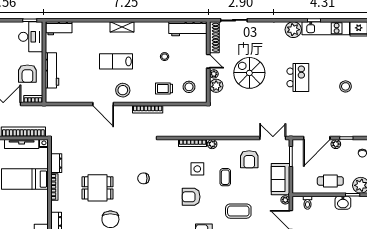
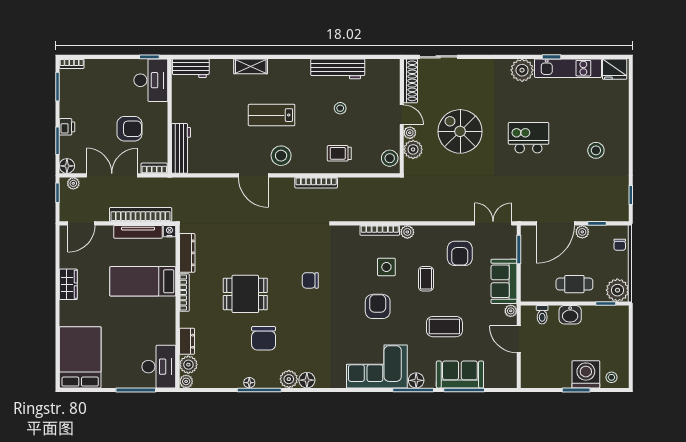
shelving: (122, 27) -> (251, 66), moved
workbench: (188, 29) -> (338, 69), moved
workbench: (52, 70) -> (181, 148), moved
armchair: (27, 74) -> (129, 129), moved, turned -90
kitchen island: (298, 77) -> (529, 138), turned -90
stool: (189, 87) -> (390, 158), moved
dresser: (56, 163) -> (187, 253), width x1.44
armchair: (191, 197) -> (378, 306), turned 90
washbasin: (343, 203) -> (570, 315), moved

